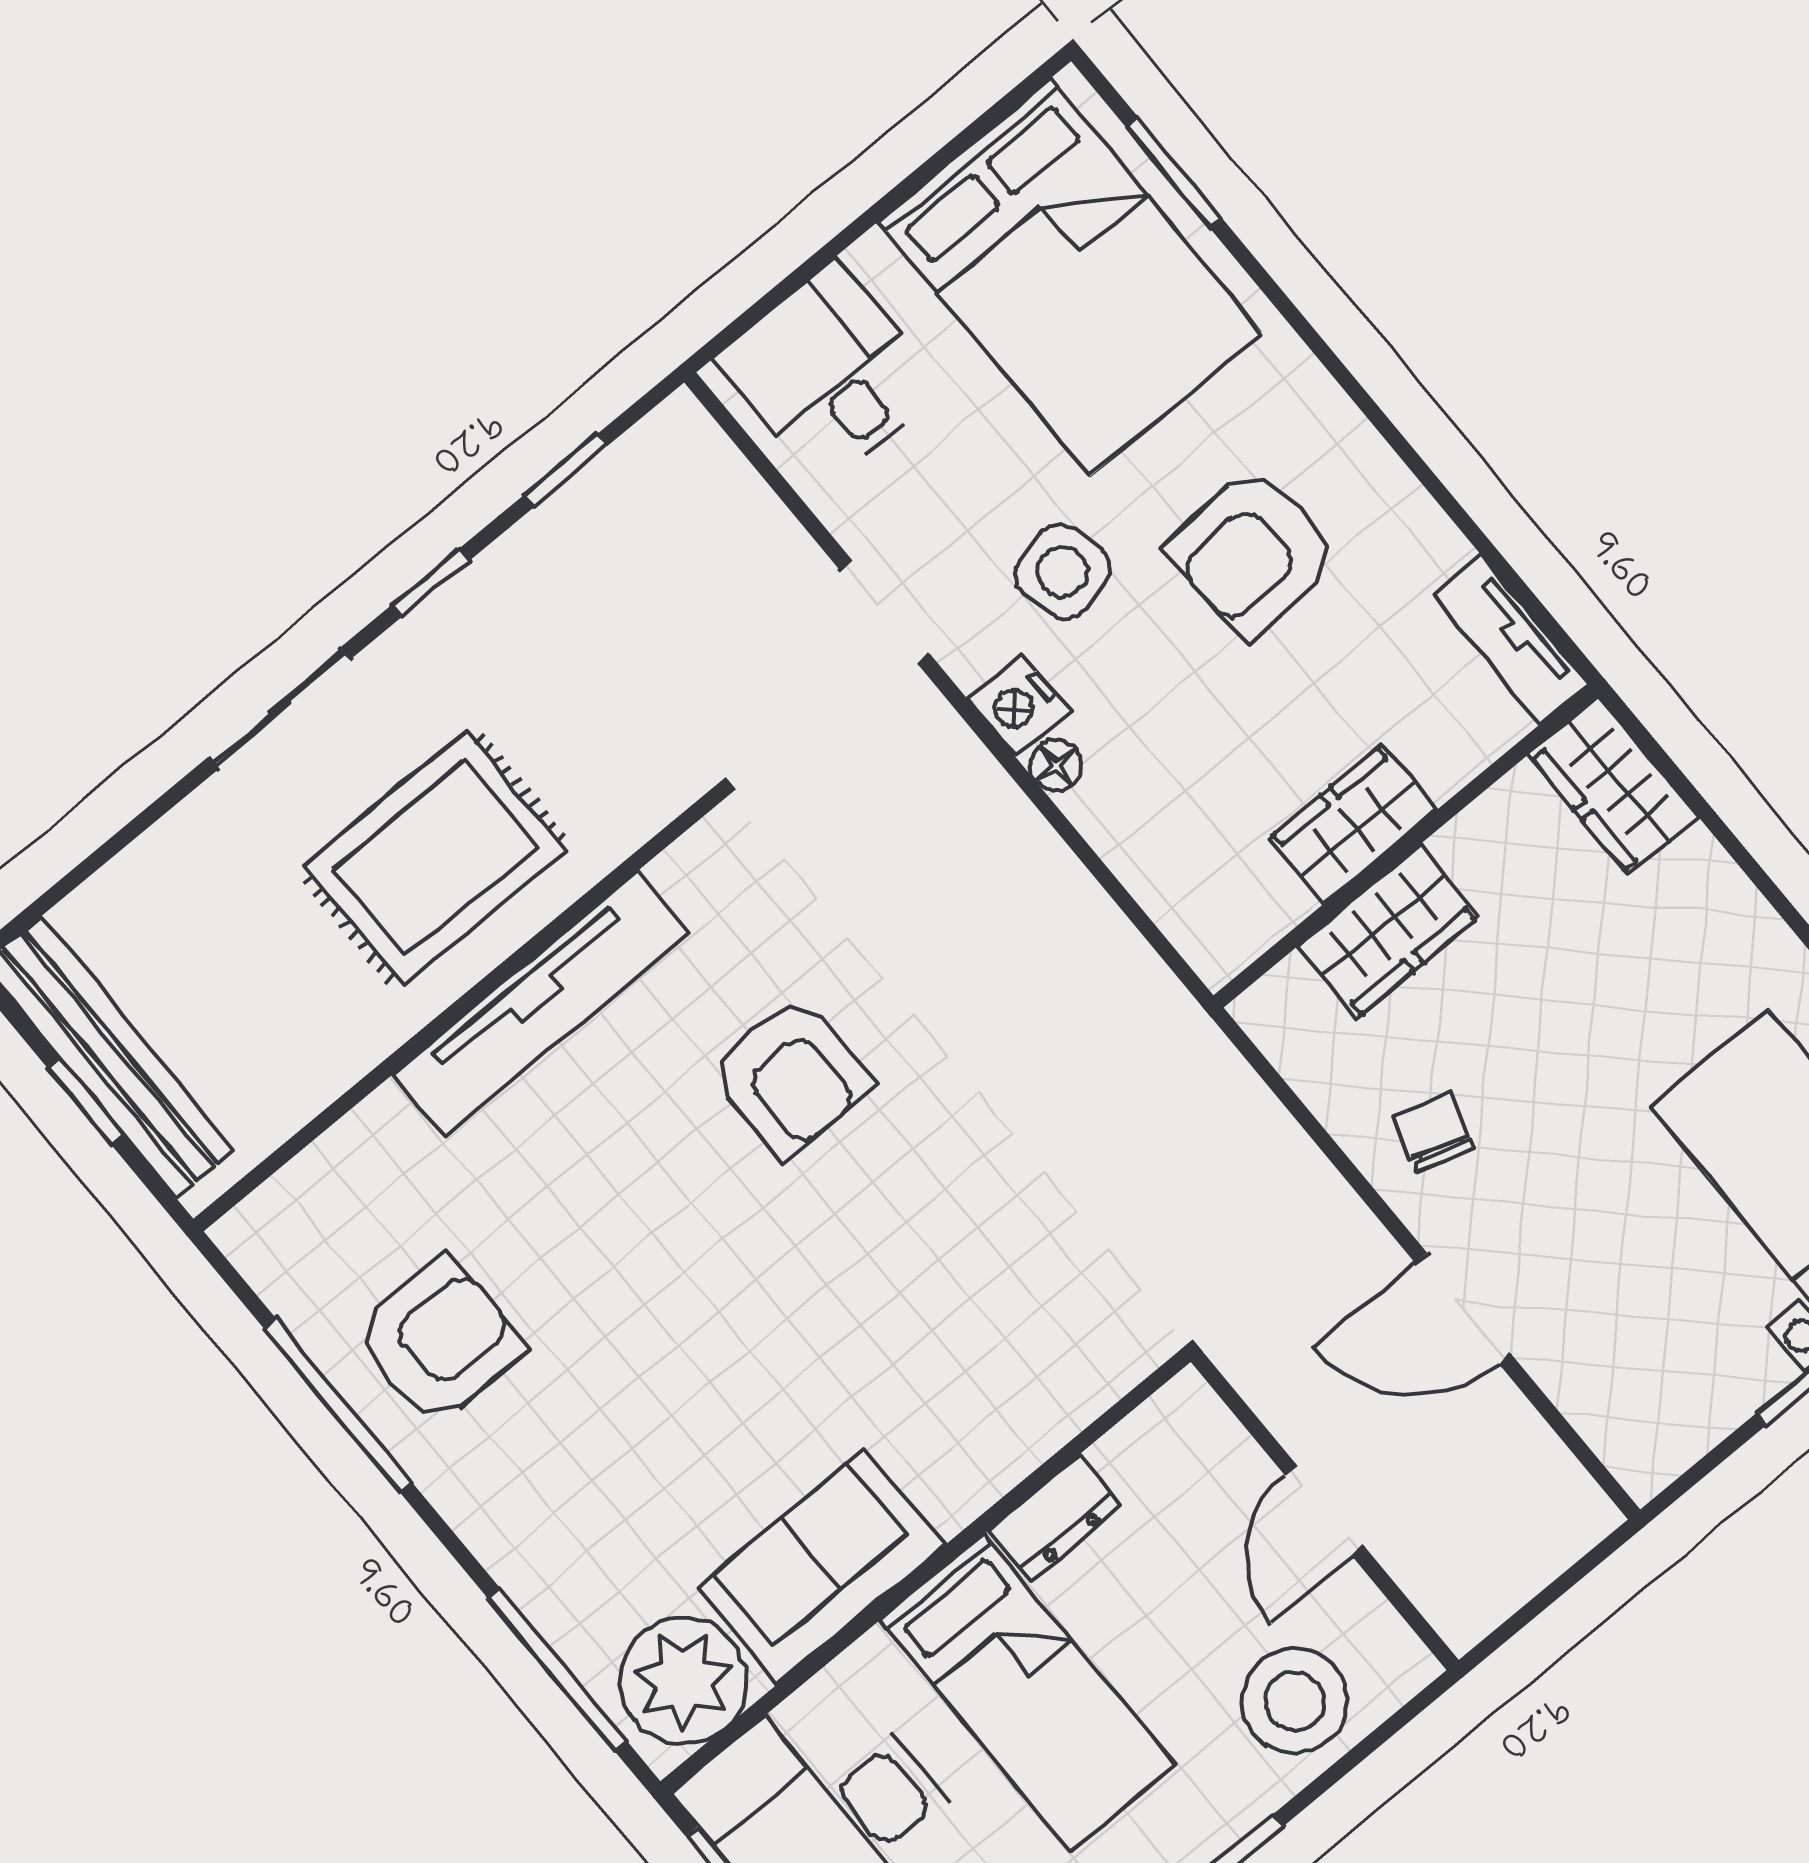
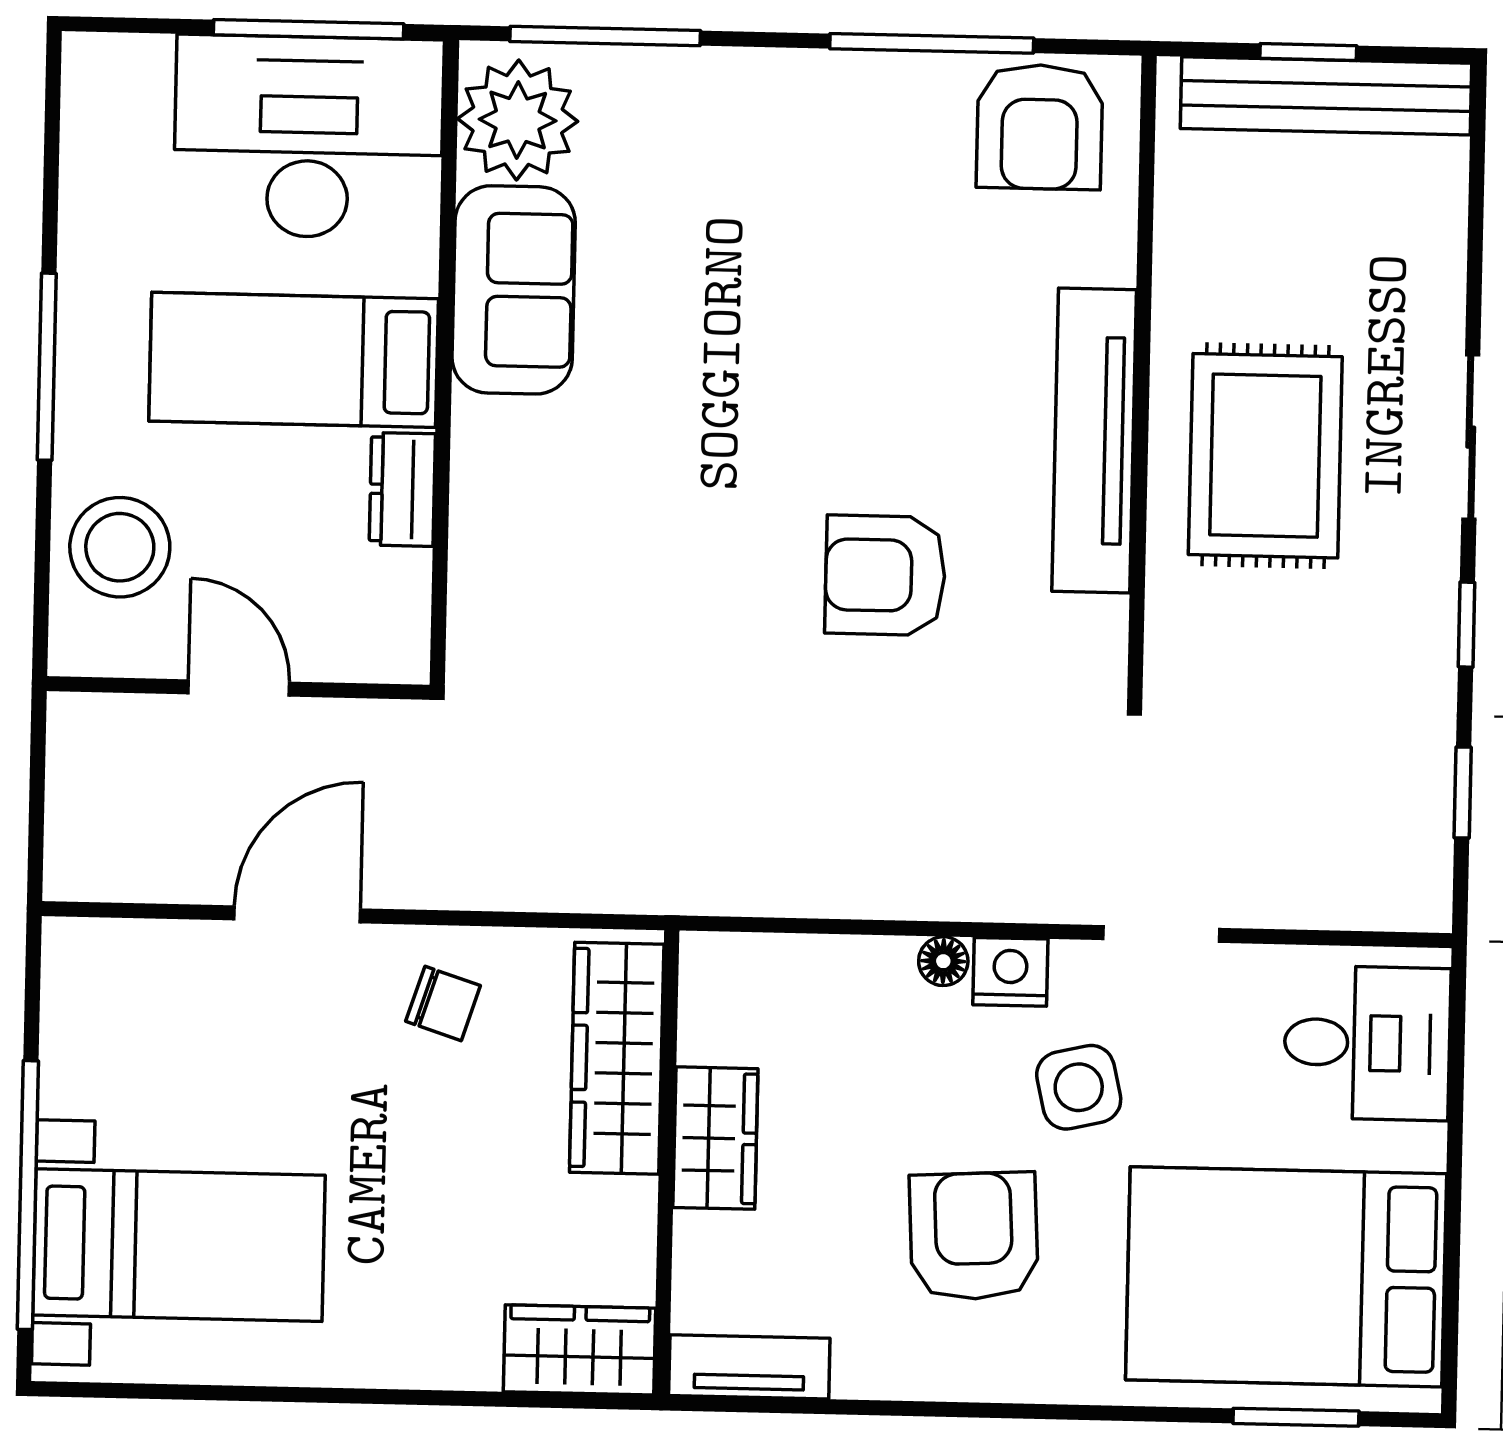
wardrobe: (1388, 931) -> (617, 1058), width x1.50
armchair: (439, 1341) -> (1039, 127), moved

